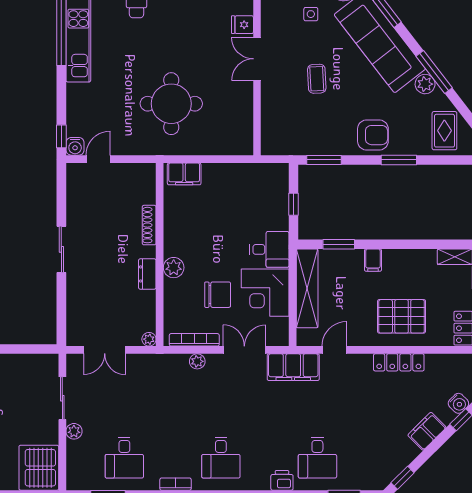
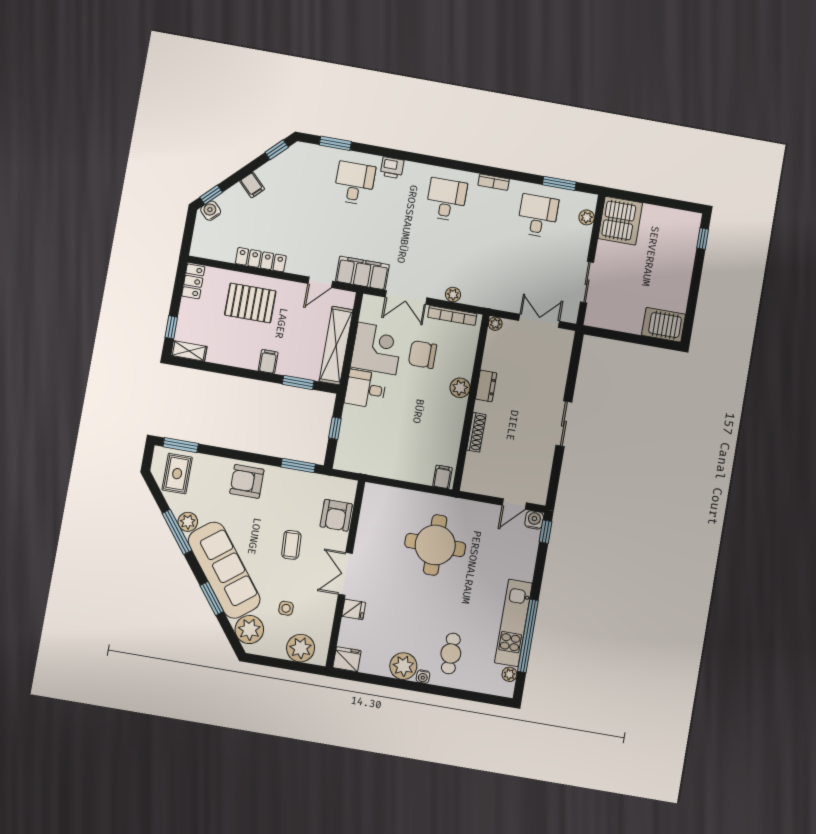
double door: (257, 59) -> (345, 574), swing flipped
armchair: (277, 116) -> (336, 515), added
window: (399, 160) -> (181, 445), moved
filing cabinet: (184, 174) -> (442, 477), width x0.50
plant: (74, 431) -> (587, 217), moved
filing cabinet: (427, 431) -> (252, 185), width x0.50

